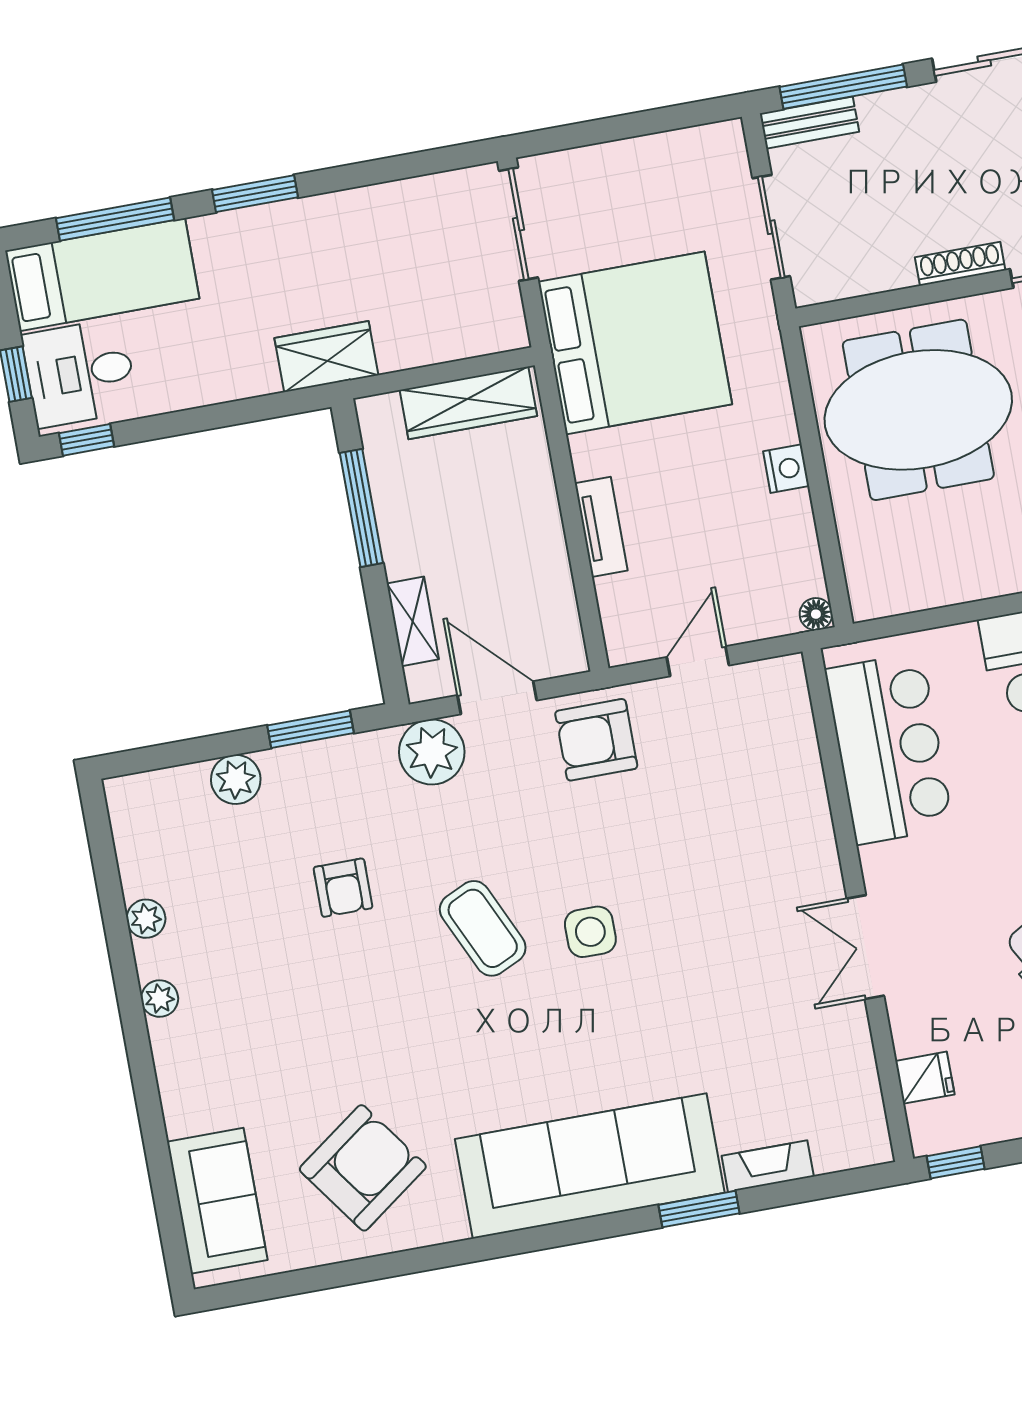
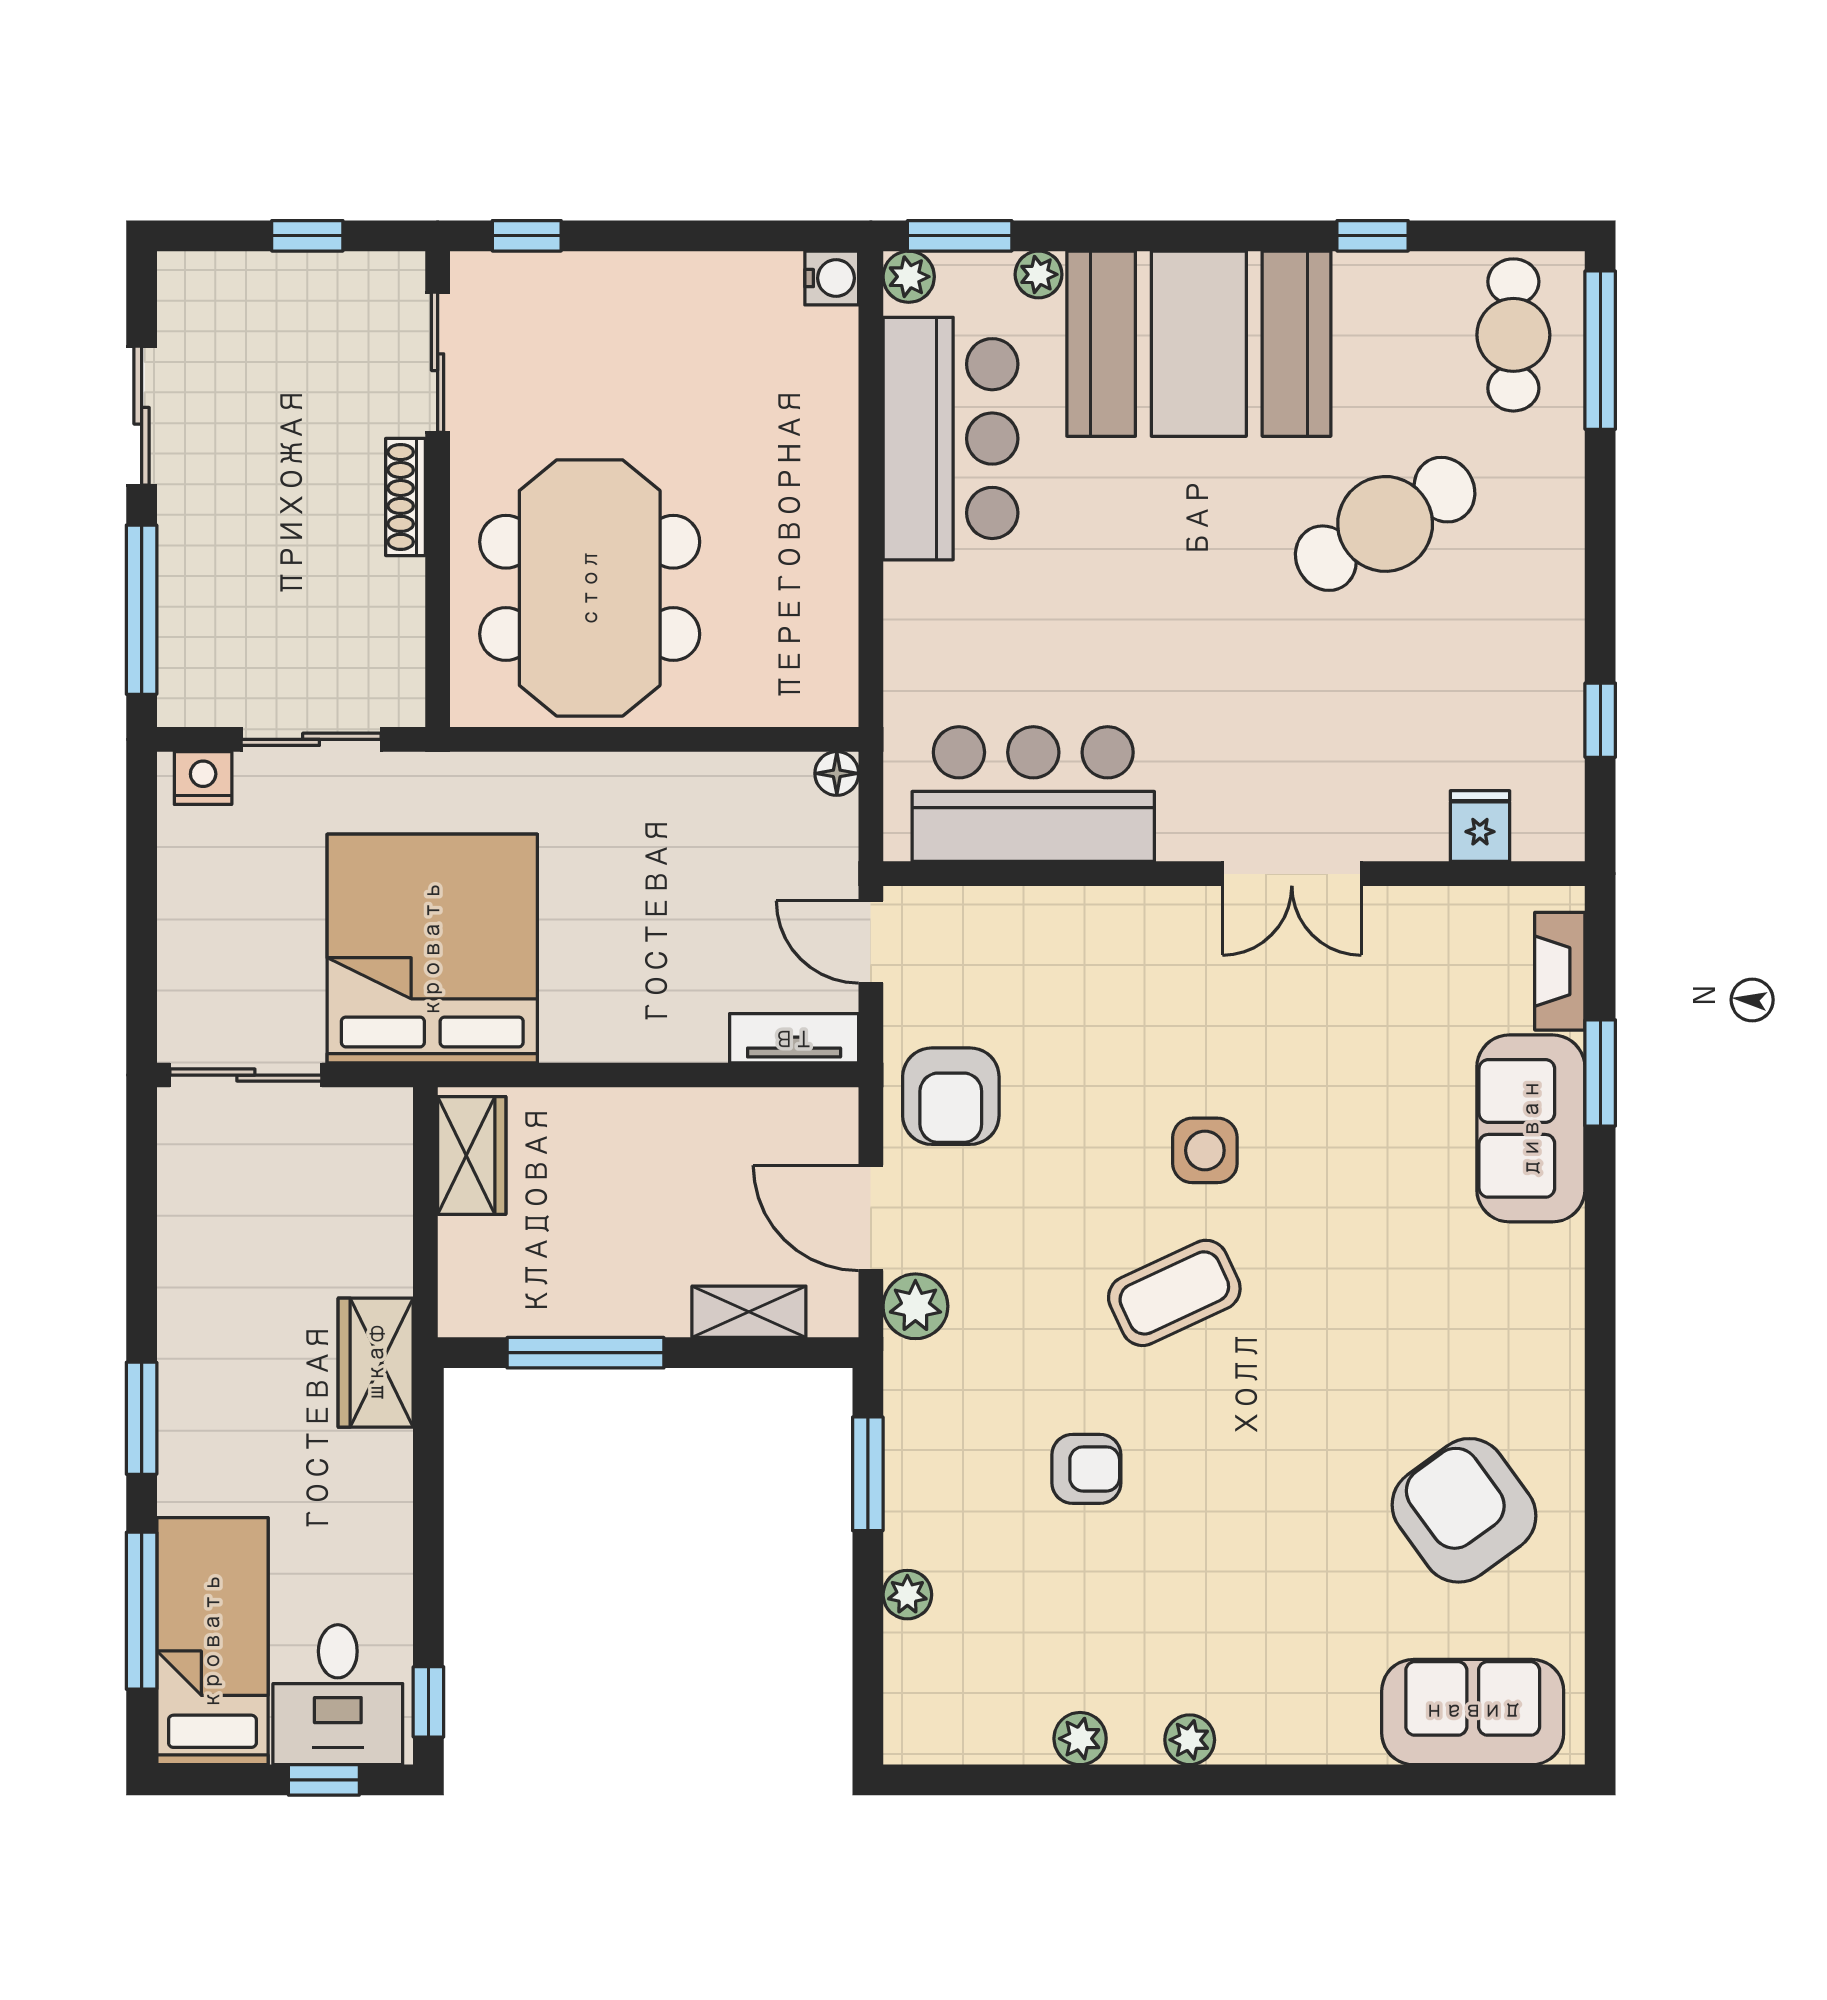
bench: (809, 123) -> (181, 663), removed
wardrobe: (468, 403) -> (472, 1155), width x0.67
nightstand: (786, 469) -> (203, 778), moved
tv unit: (601, 527) -> (794, 1038), moved
door: (497, 698) -> (871, 1218), hinge flipped
bar counter: (889, 749) -> (1033, 794), moved
plant: (432, 752) -> (915, 1306), width x0.73, depth x0.73
plant: (236, 779) -> (907, 1595), width x0.73, depth x0.73
wall: (858, 905) -> (1234, 874), moved
double door: (865, 947) -> (1292, 874), moved
fridge: (925, 1078) -> (1480, 826), moved
sofa: (590, 1166) -> (1531, 1128), width x0.54, depth x0.79

